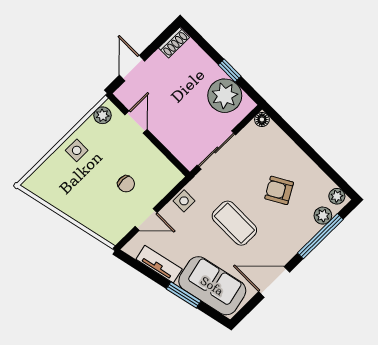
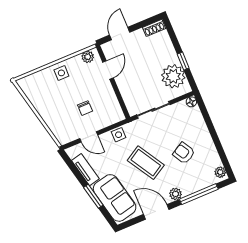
plant: (323, 216) -> (176, 194), moved
coffee table: (234, 223) -> (146, 163), turned -31

